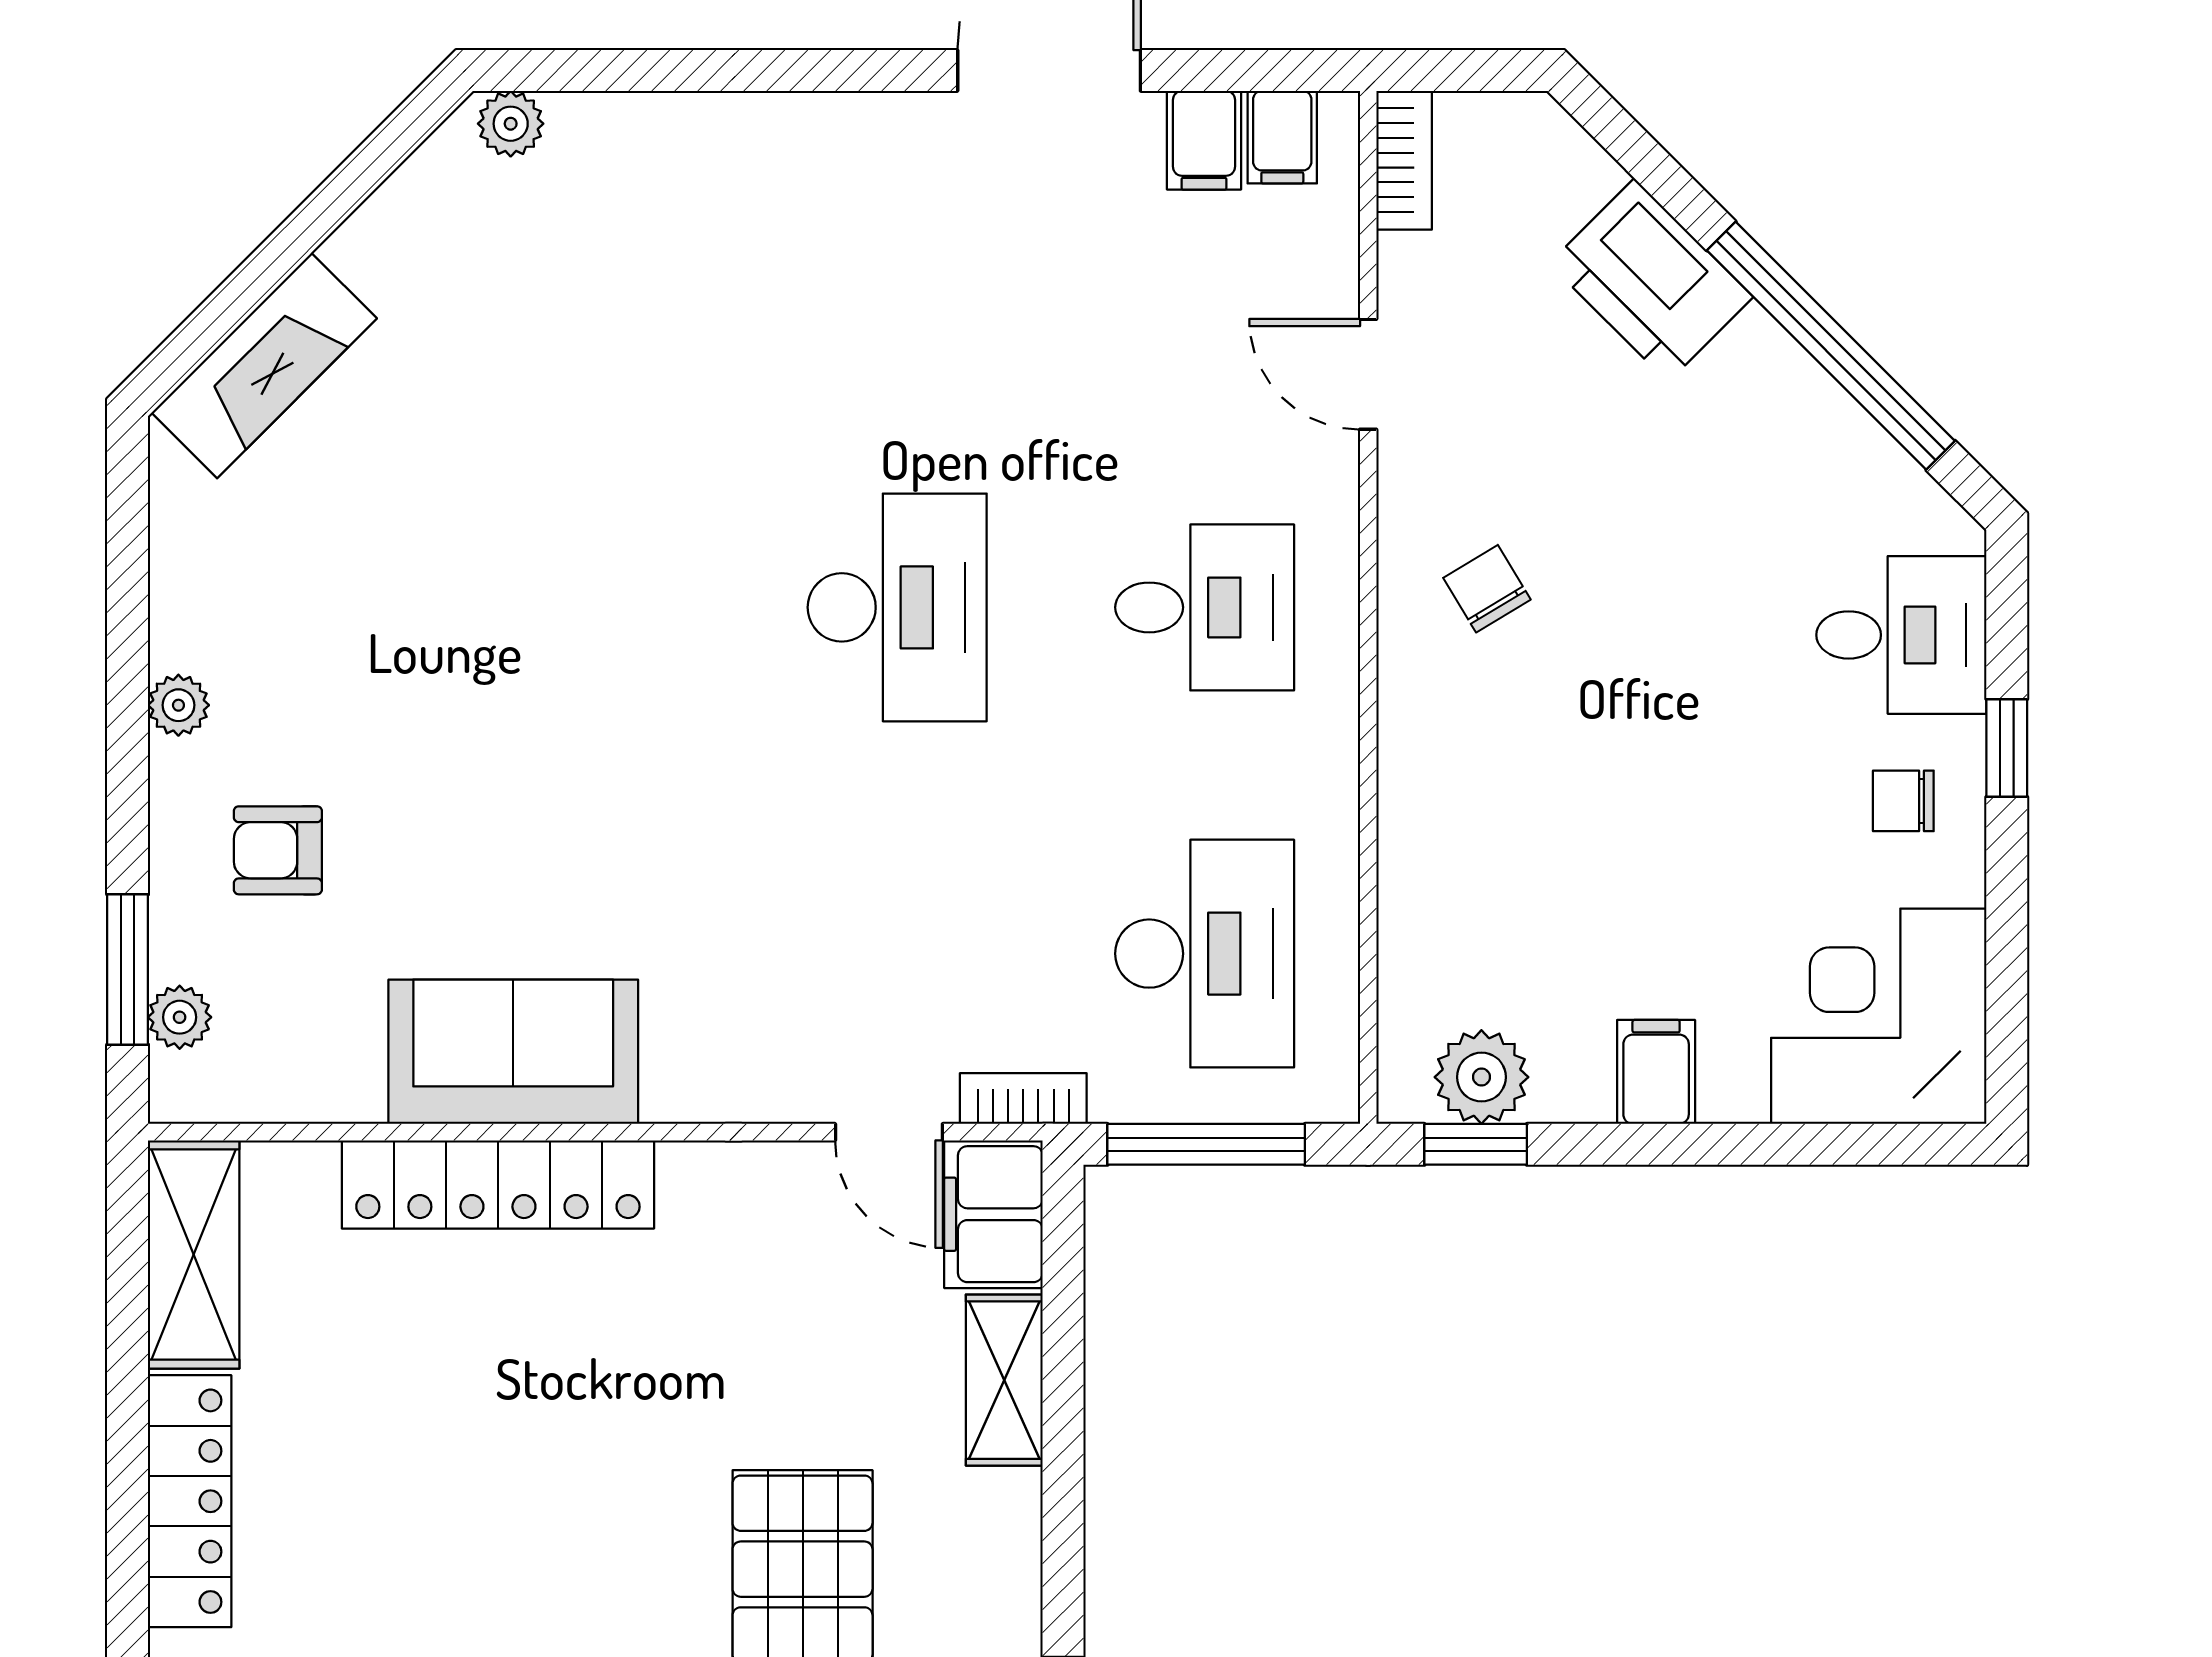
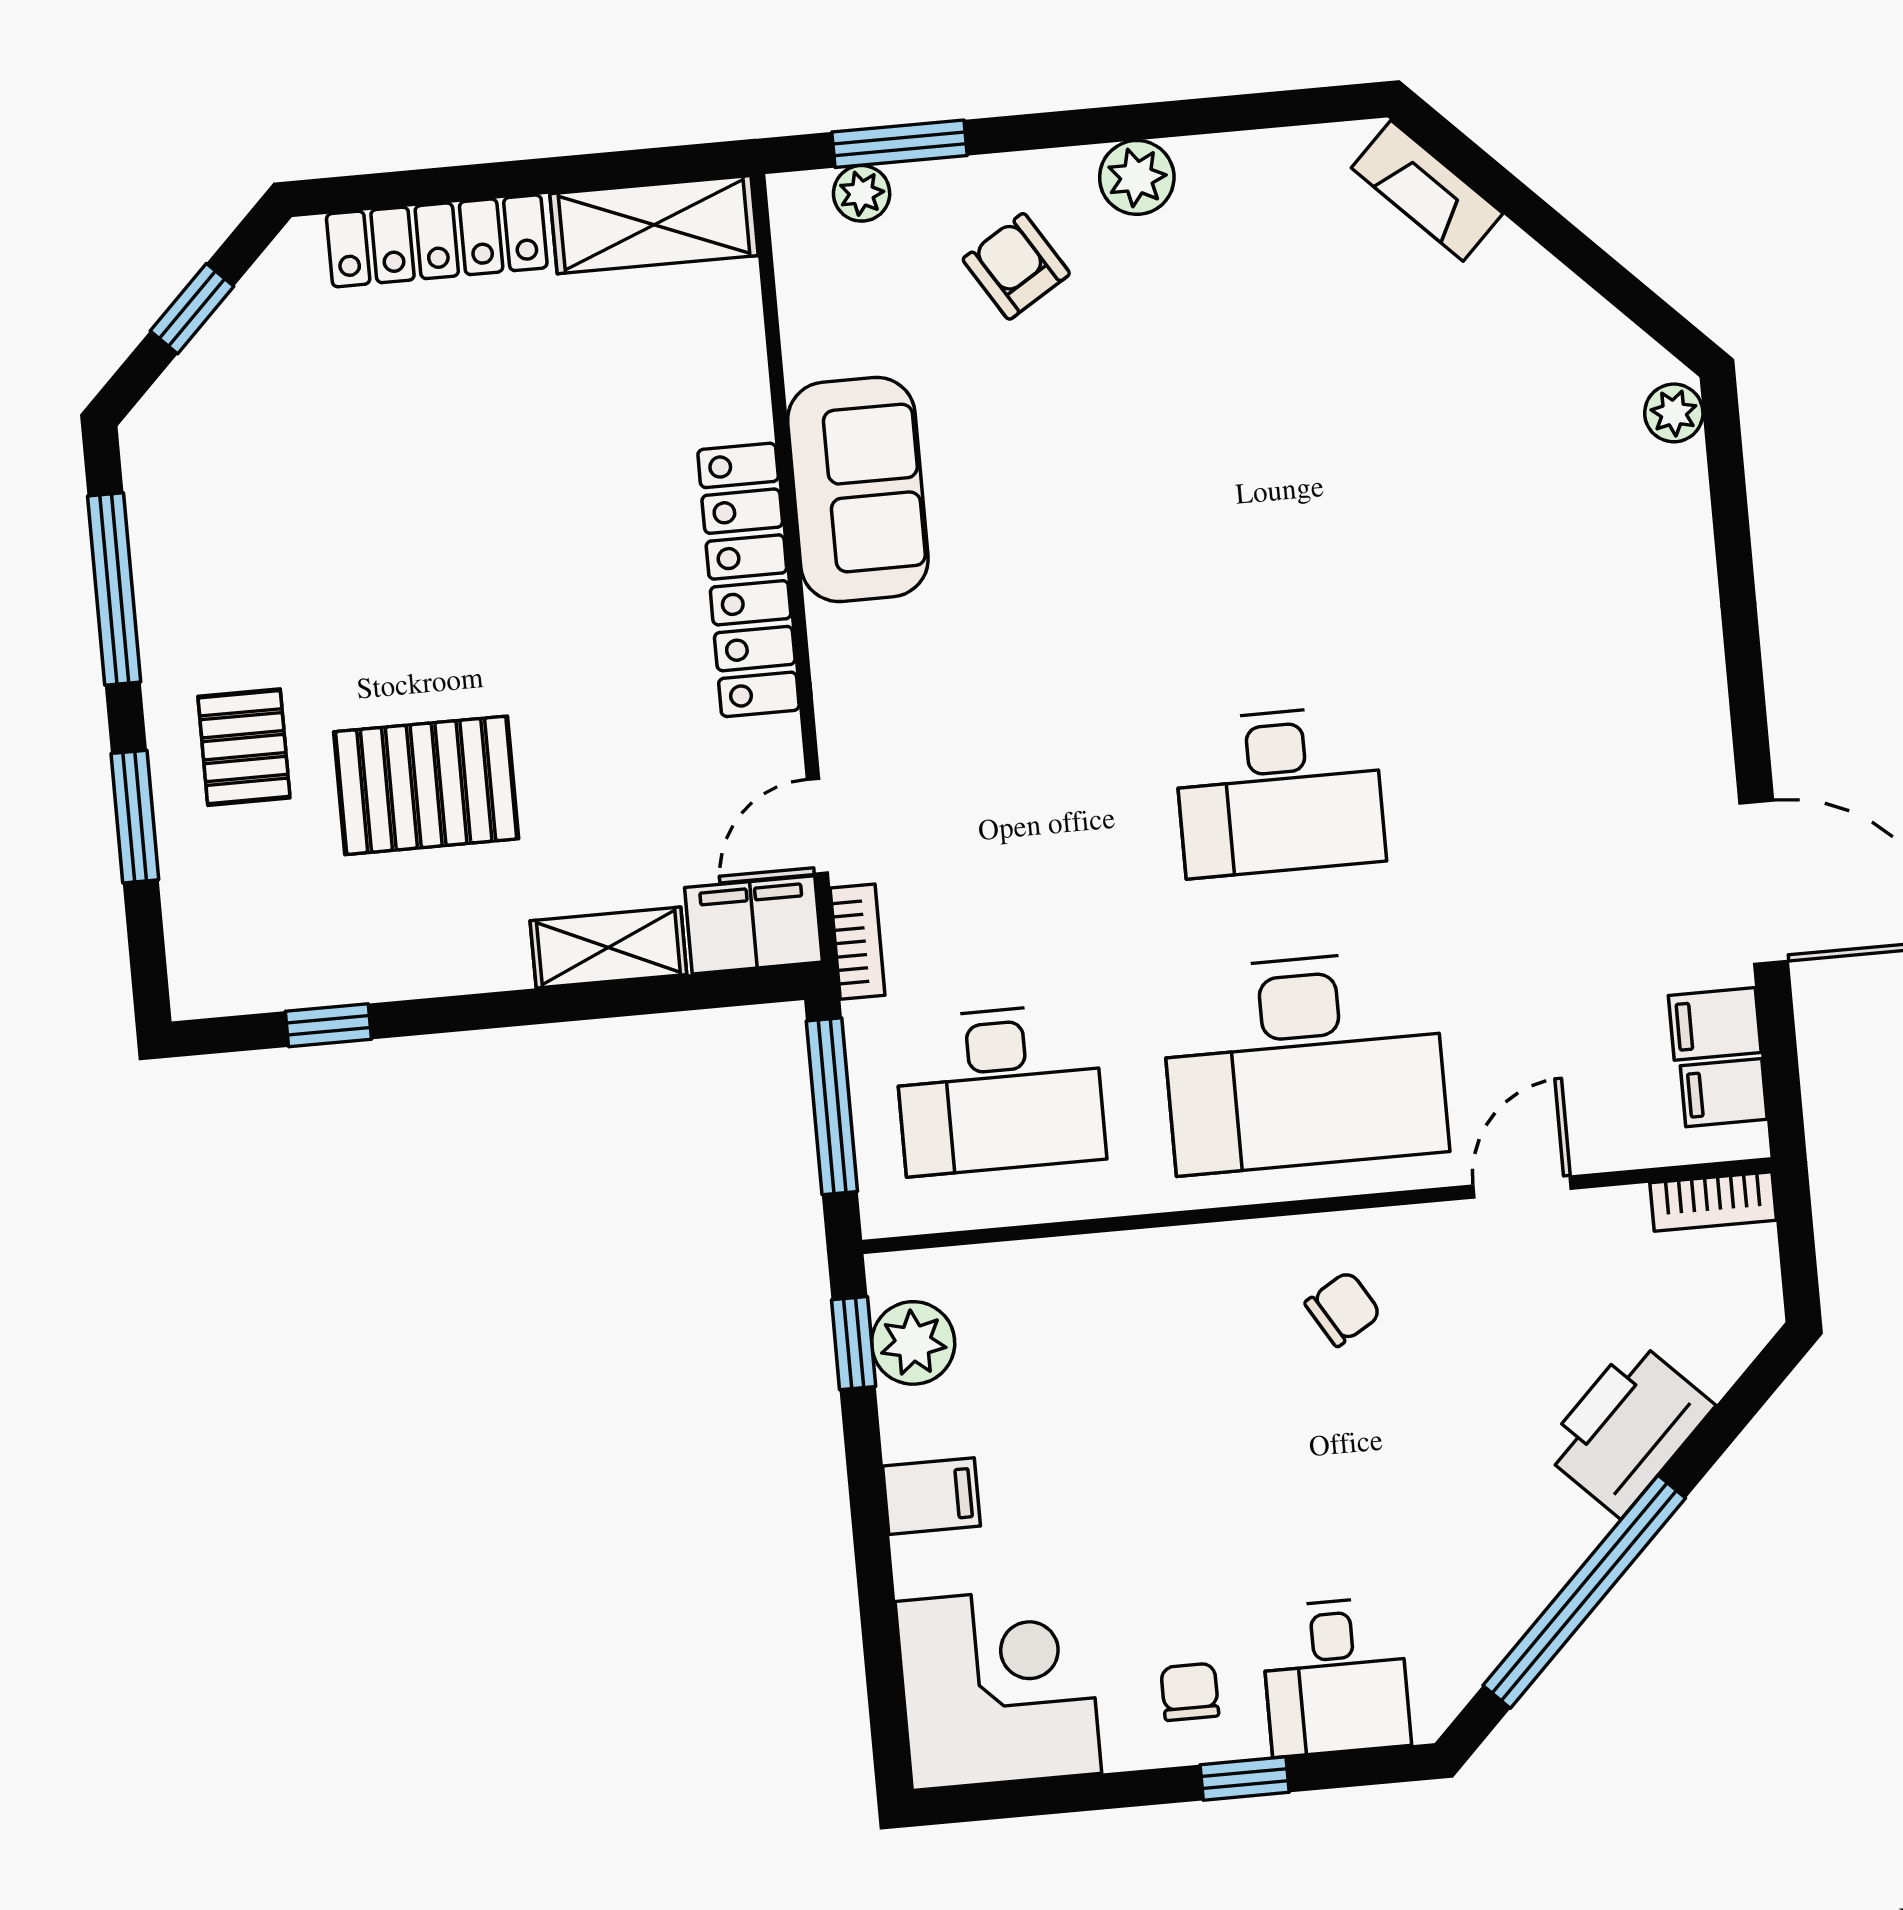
fireplace: (264, 366) -> (1427, 191), width x0.73, depth x0.76
desk: (1205, 607) -> (1304, 1062), width x1.87, depth x1.30
plant: (178, 705) -> (1137, 177), width x1.38, depth x1.38
armchair: (278, 850) -> (1016, 266), turned -32
locker: (498, 1184) -> (749, 580), moved

